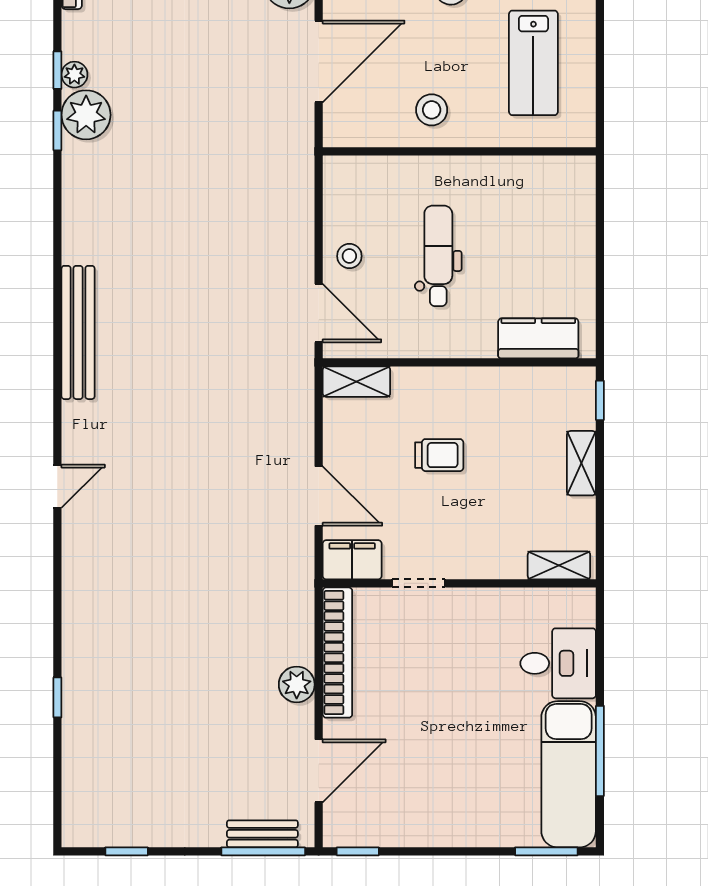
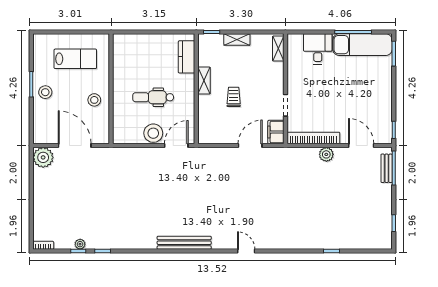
plant: (86, 115) -> (96, 240), removed
stool: (349, 256) -> (153, 133), width x1.89, depth x1.89
shelving: (356, 382) -> (204, 81), moved

